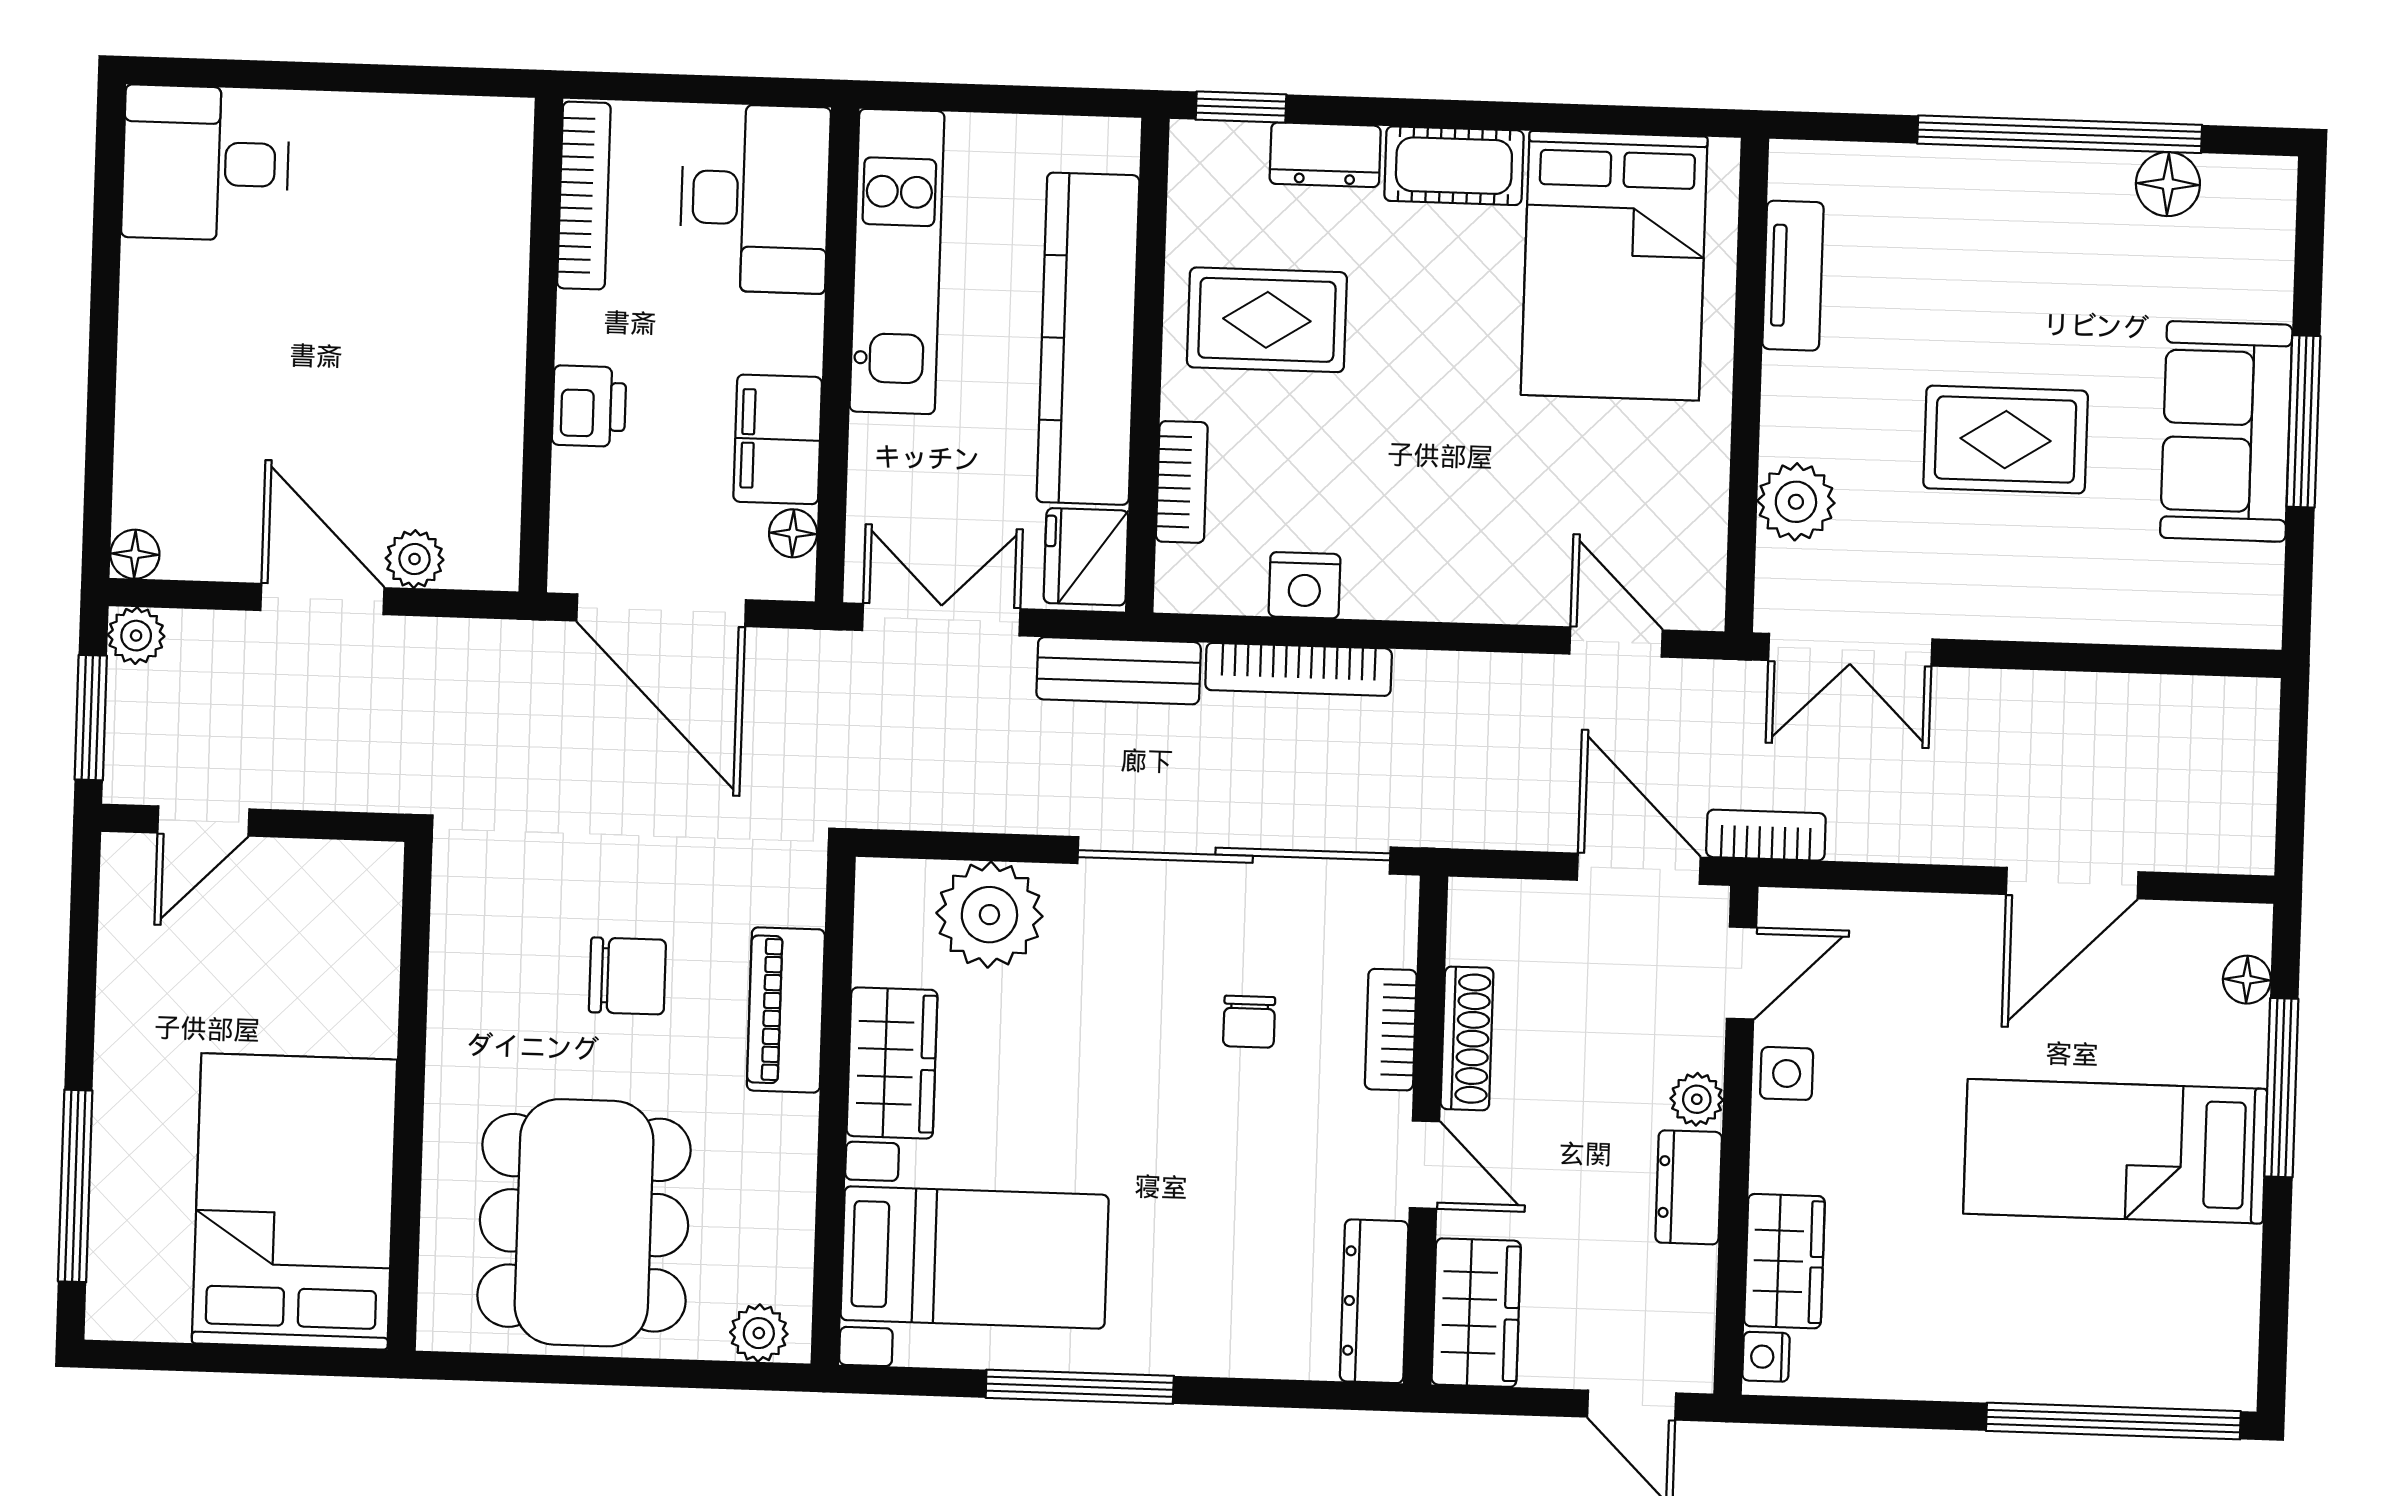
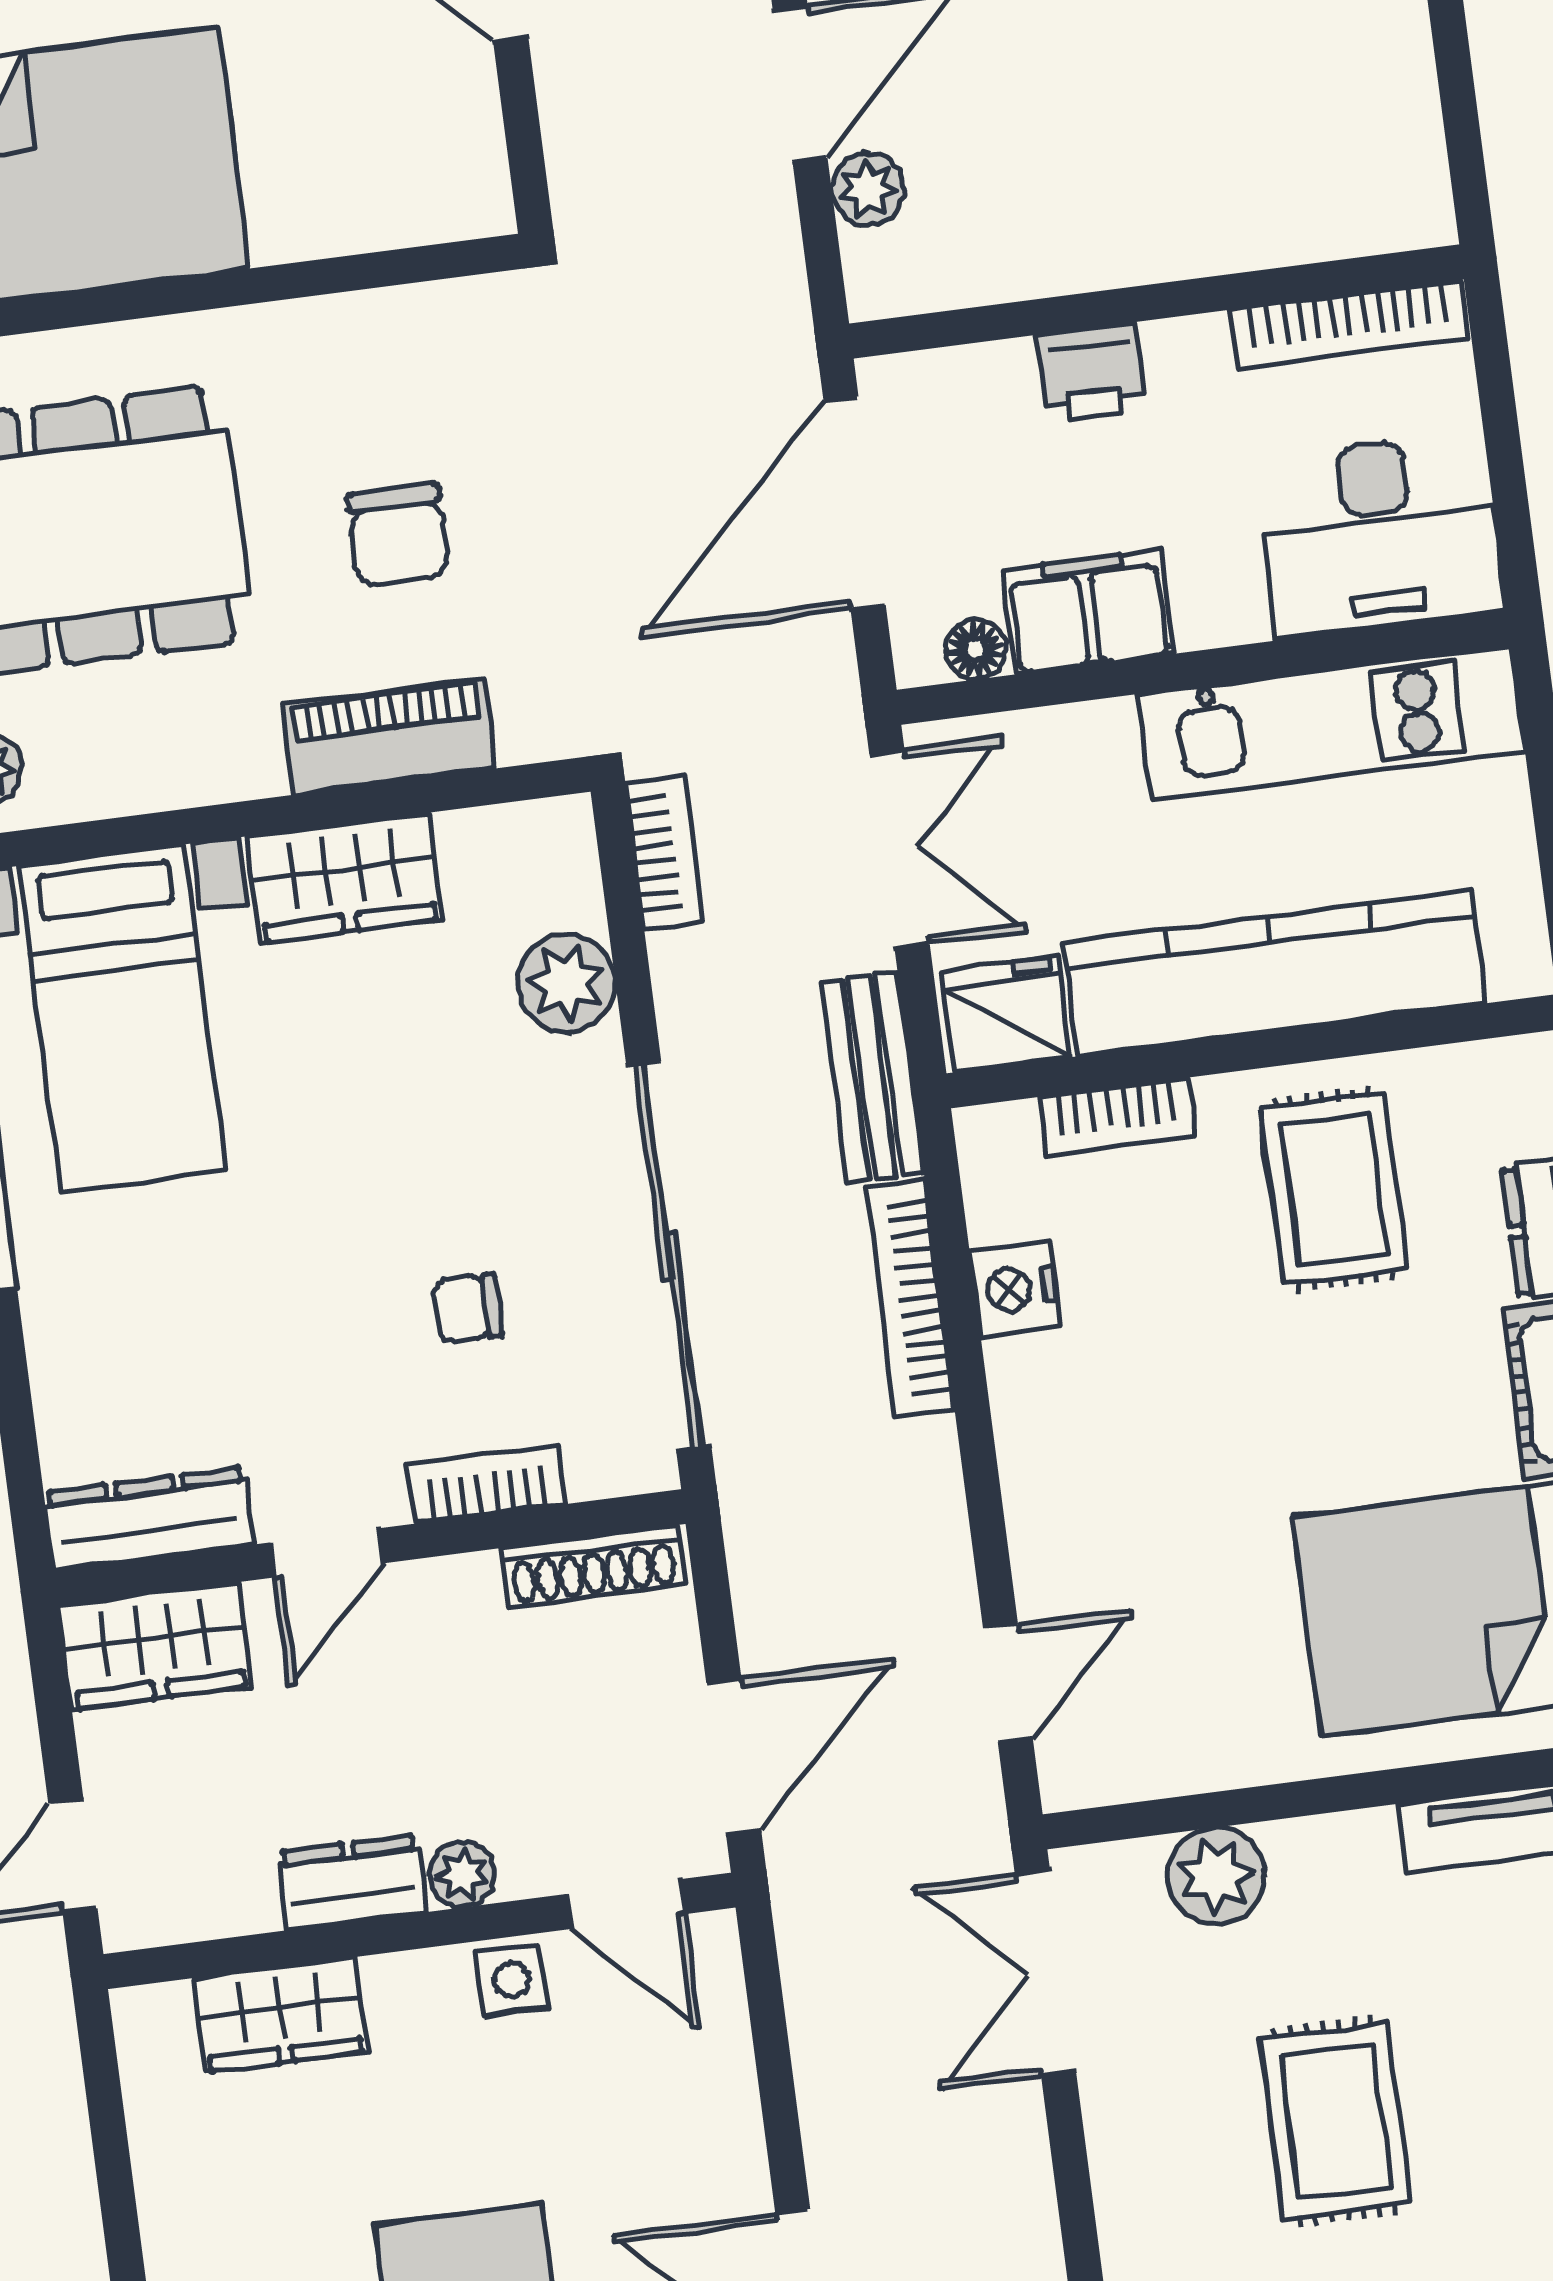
bookcase: (1766, 835) -> (664, 853), moved
plant: (989, 915) -> (566, 983), width x0.73, depth x0.73
shoe rack: (1467, 1038) -> (593, 1566), moved
nightstand: (1766, 1357) -> (159, 2011), removed

